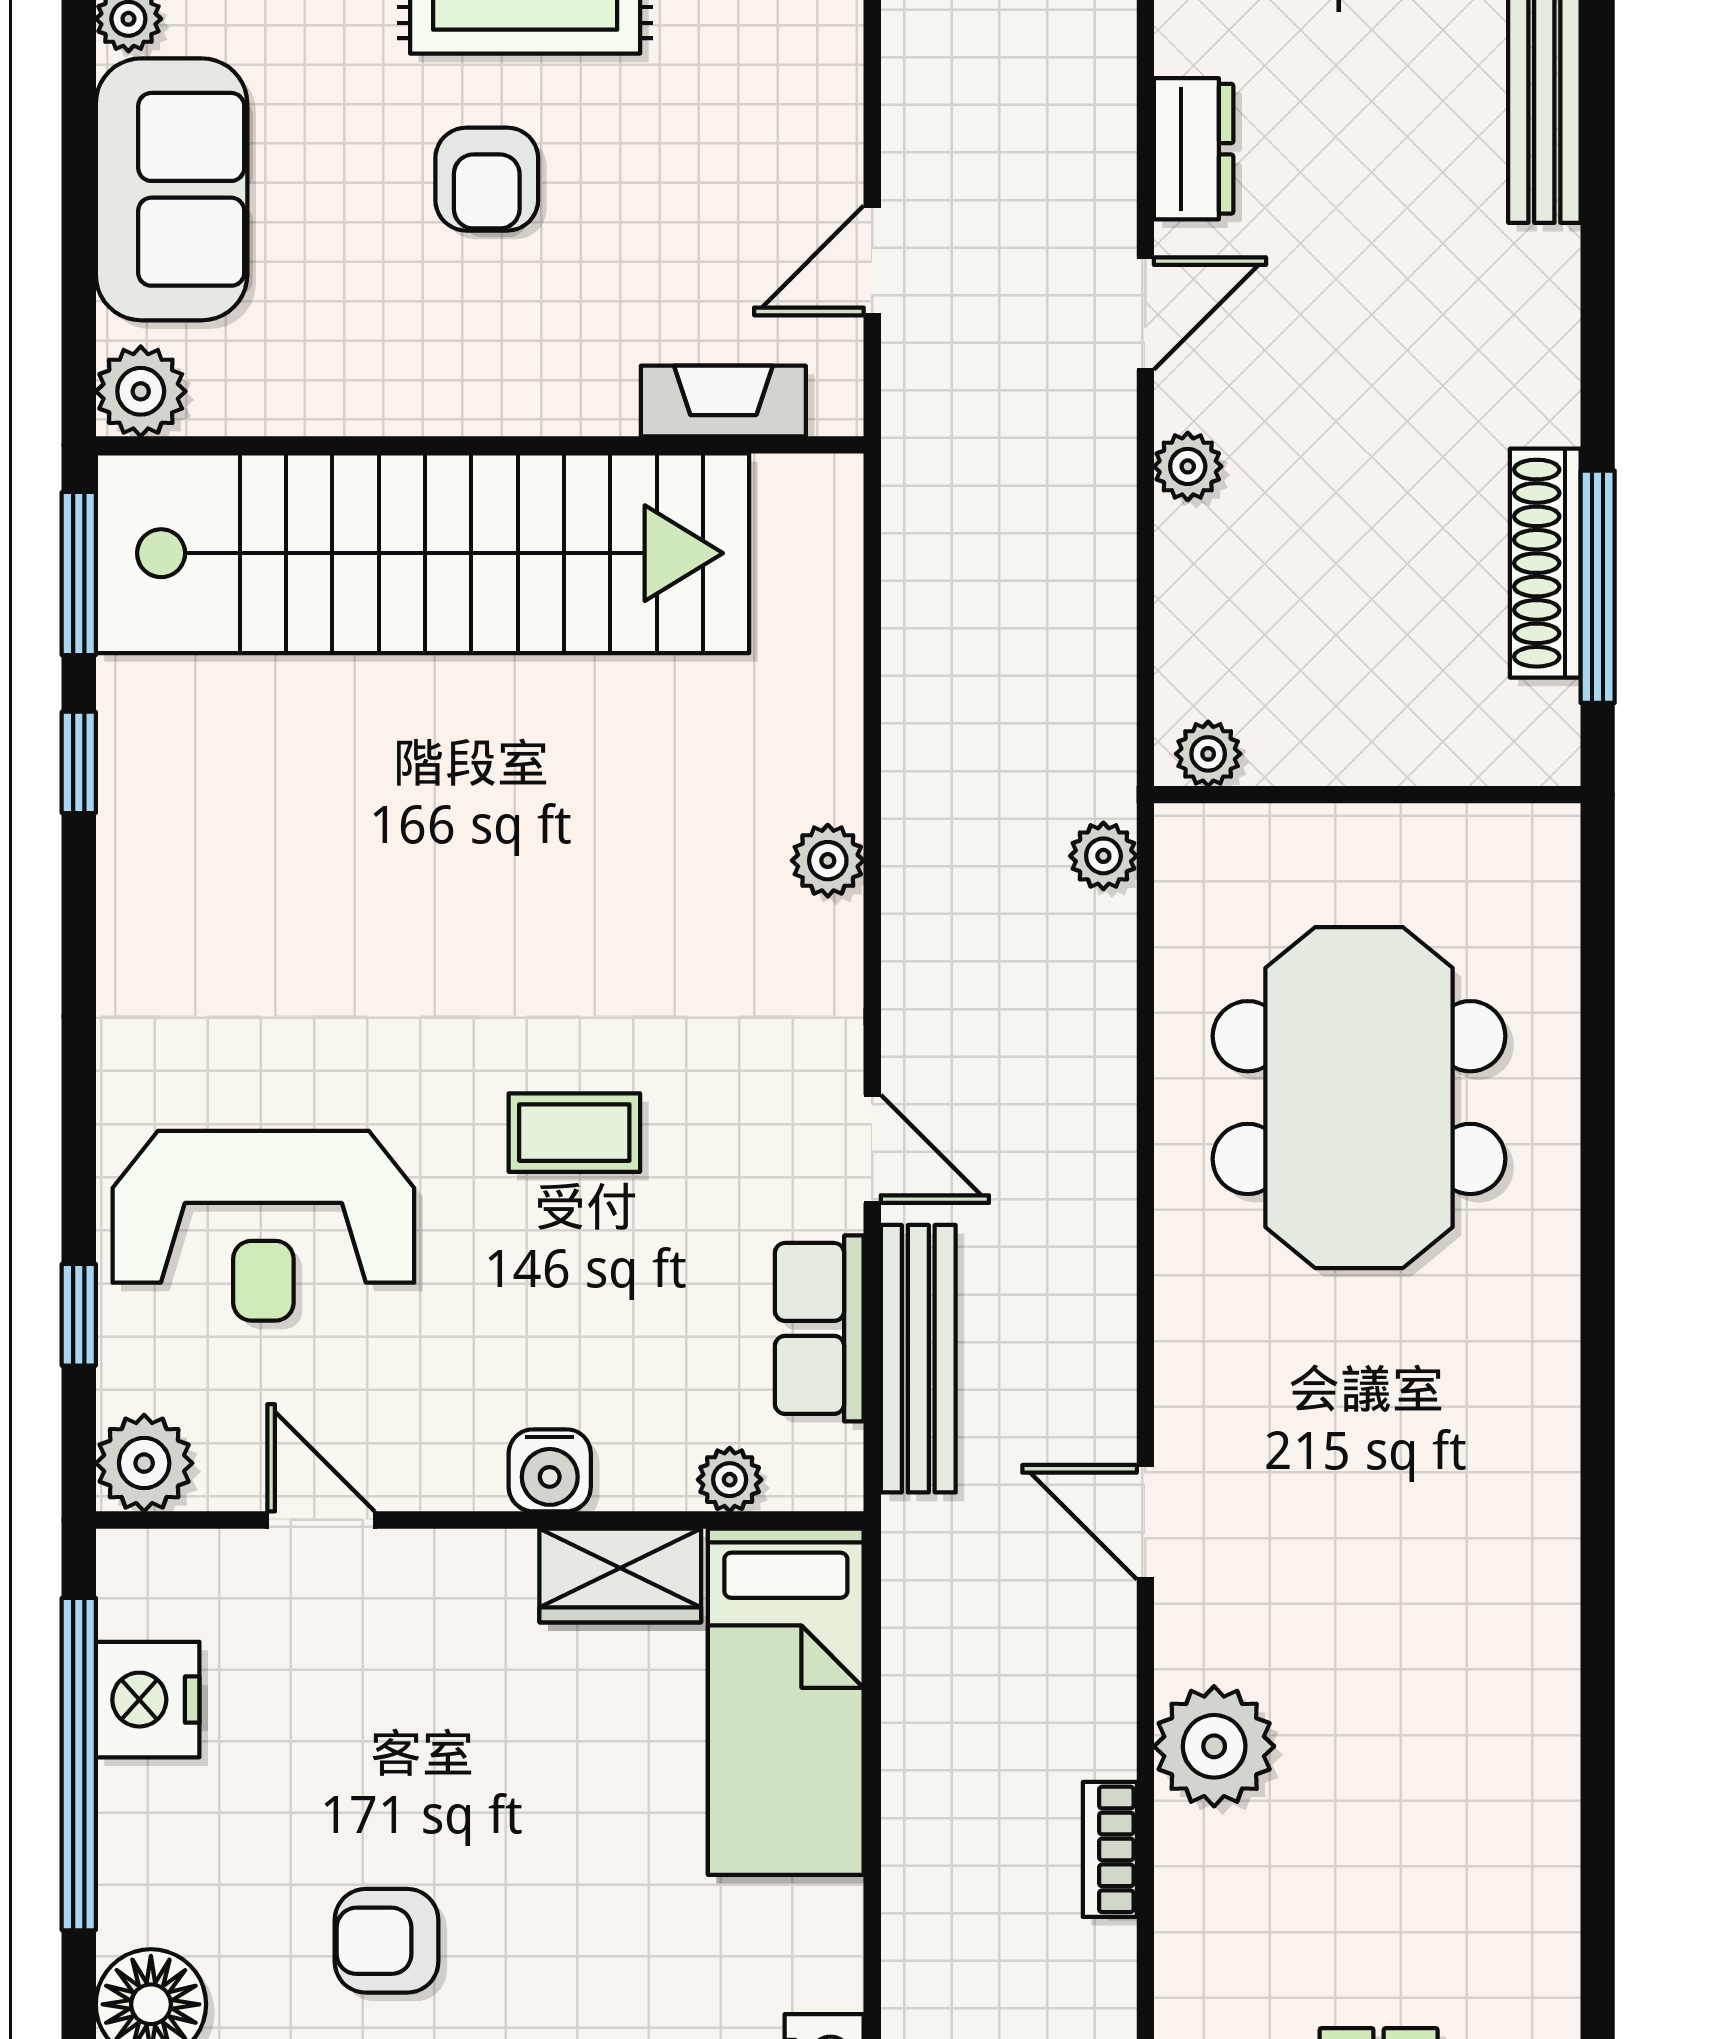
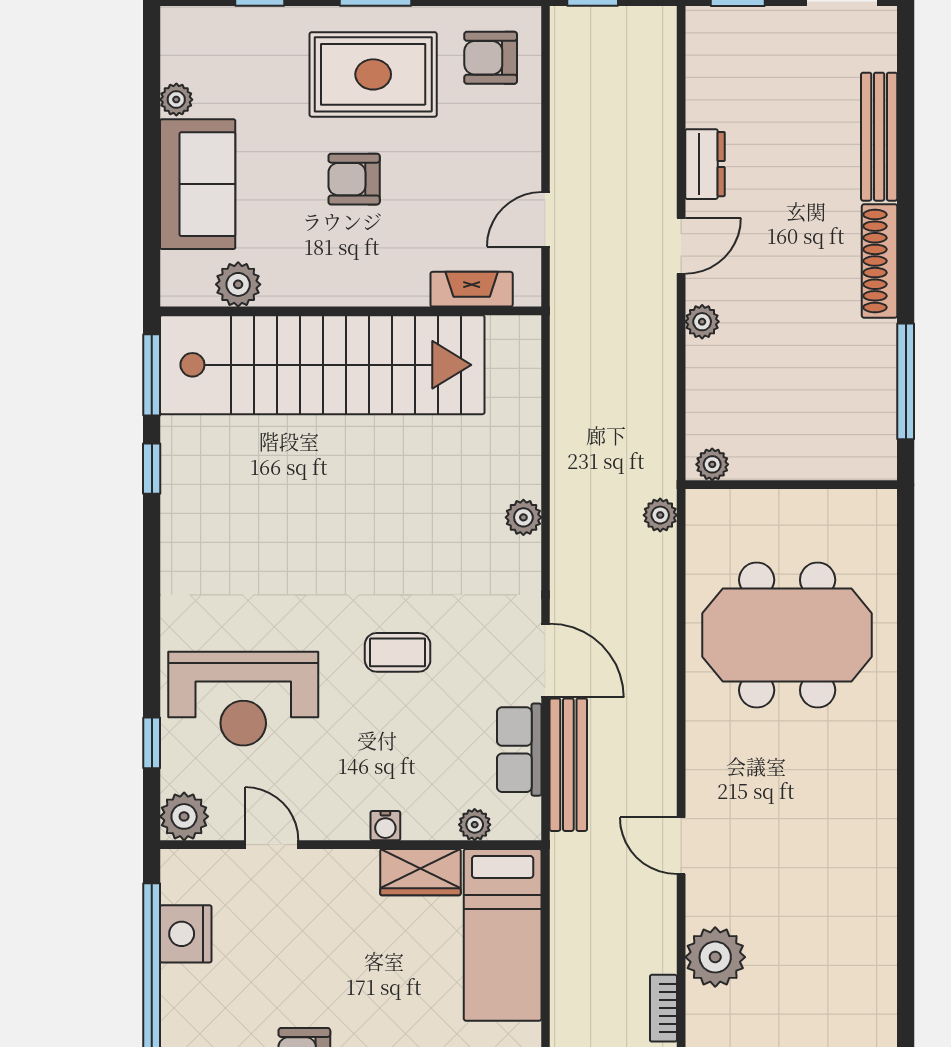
armchair: (487, 179) -> (354, 179), turned 90
plant: (141, 391) -> (238, 284), moved
shoe rack: (1545, 563) -> (880, 261), moved
meeting table: (1359, 1098) -> (787, 635), turned 90
door: (872, 1149) -> (545, 660), width x1.38
water cooler: (550, 1470) -> (385, 826), width x0.72, depth x0.72

